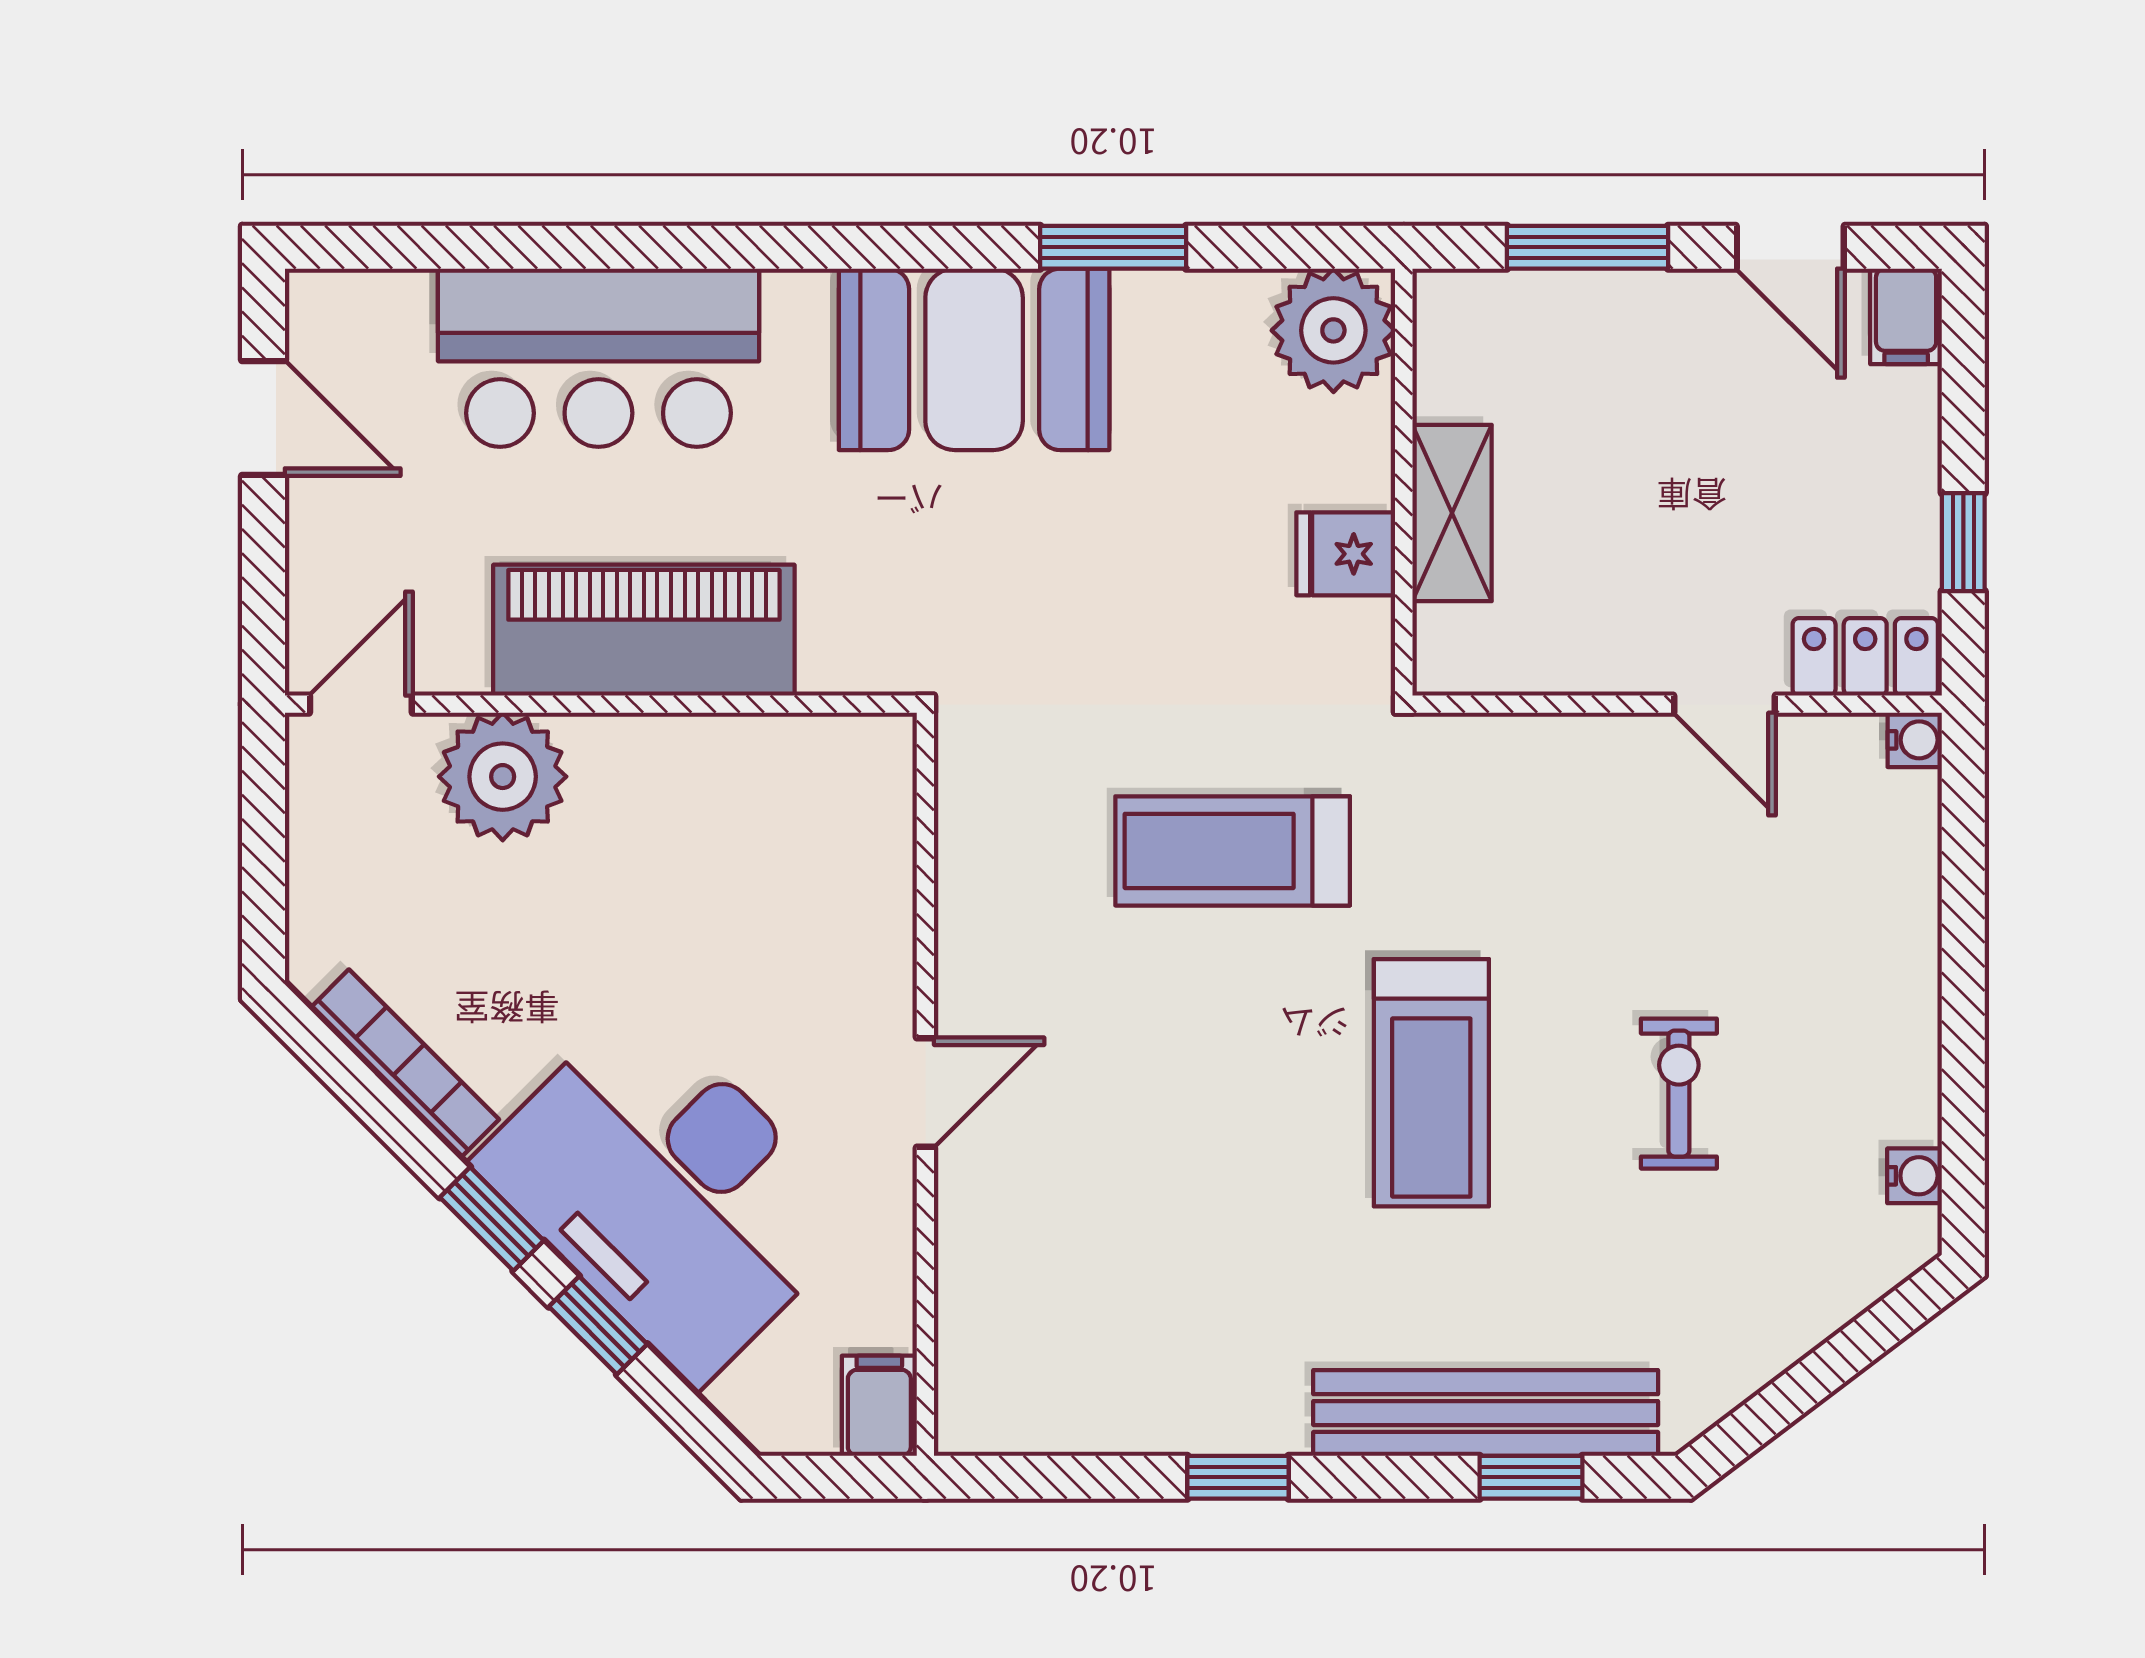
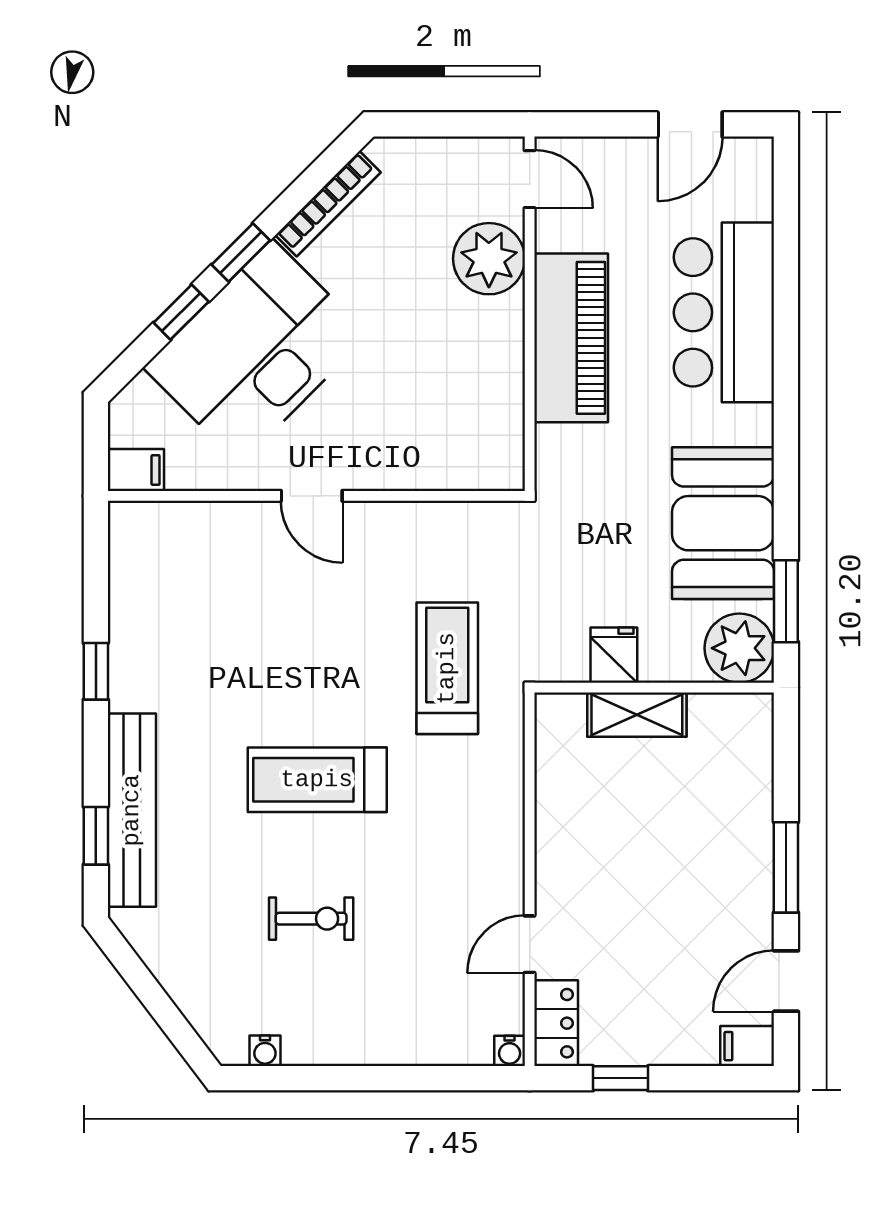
plant: (1333, 330) -> (739, 648), moved
wall: (1404, 482) -> (654, 688), moved
shelving: (1452, 513) -> (637, 715), moved
fridge: (1346, 554) -> (614, 655), moved

